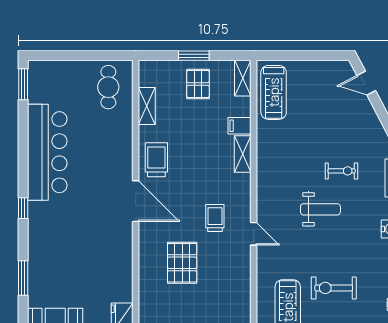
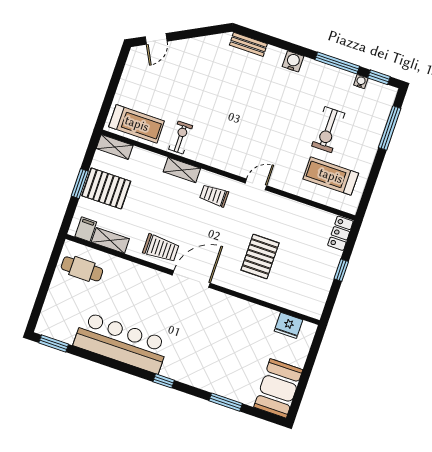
pallet: (198, 84) -> (106, 188), width x1.50, depth x1.42
filing cabinet: (240, 126) -> (86, 229), moved, turned 180
trolley: (156, 160) -> (161, 248), turned 180
exercise bike: (342, 171) -> (181, 137), moved
weight bench: (320, 209) -> (254, 118), removed
trolley: (215, 218) -> (214, 196), moved
pallet: (182, 263) -> (260, 256), turned 90

